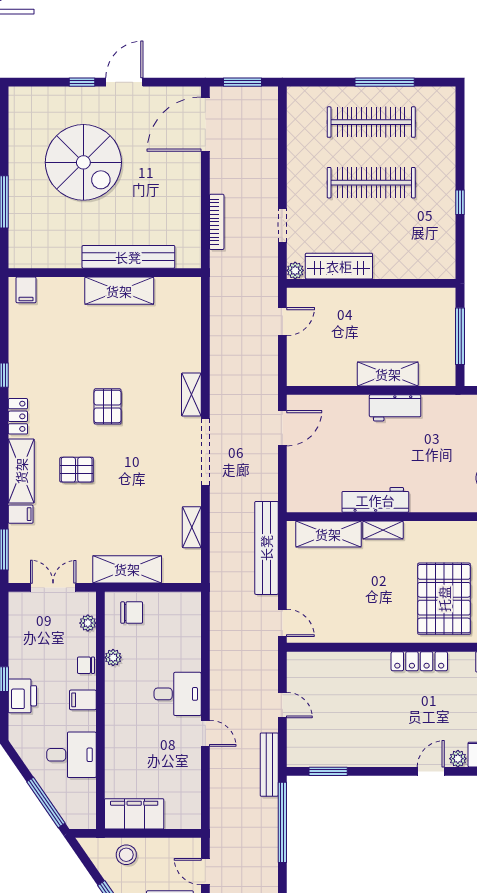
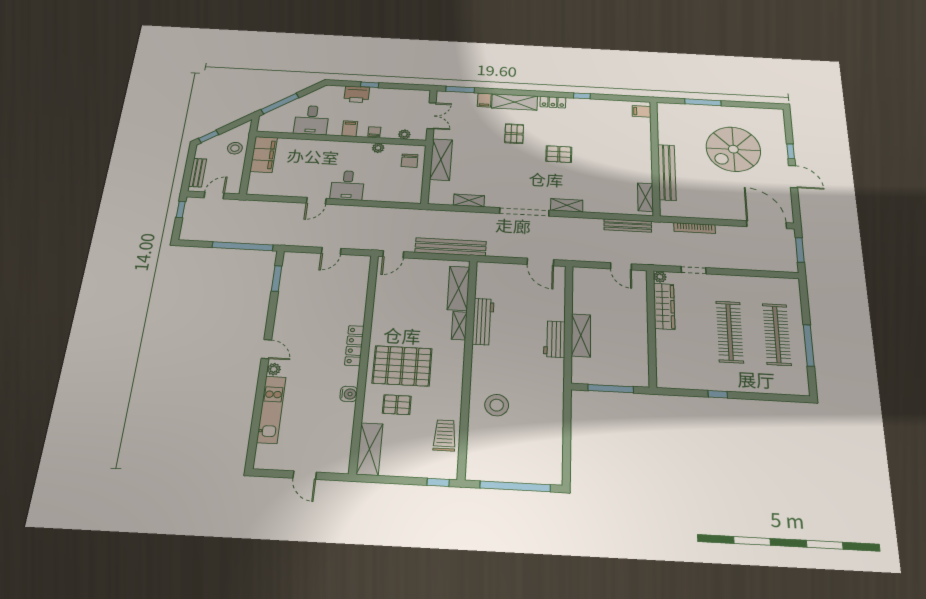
shelving: (119, 291) -> (645, 197), moved, width x0.67, depth x0.75
bench: (269, 765) -> (628, 226), moved

